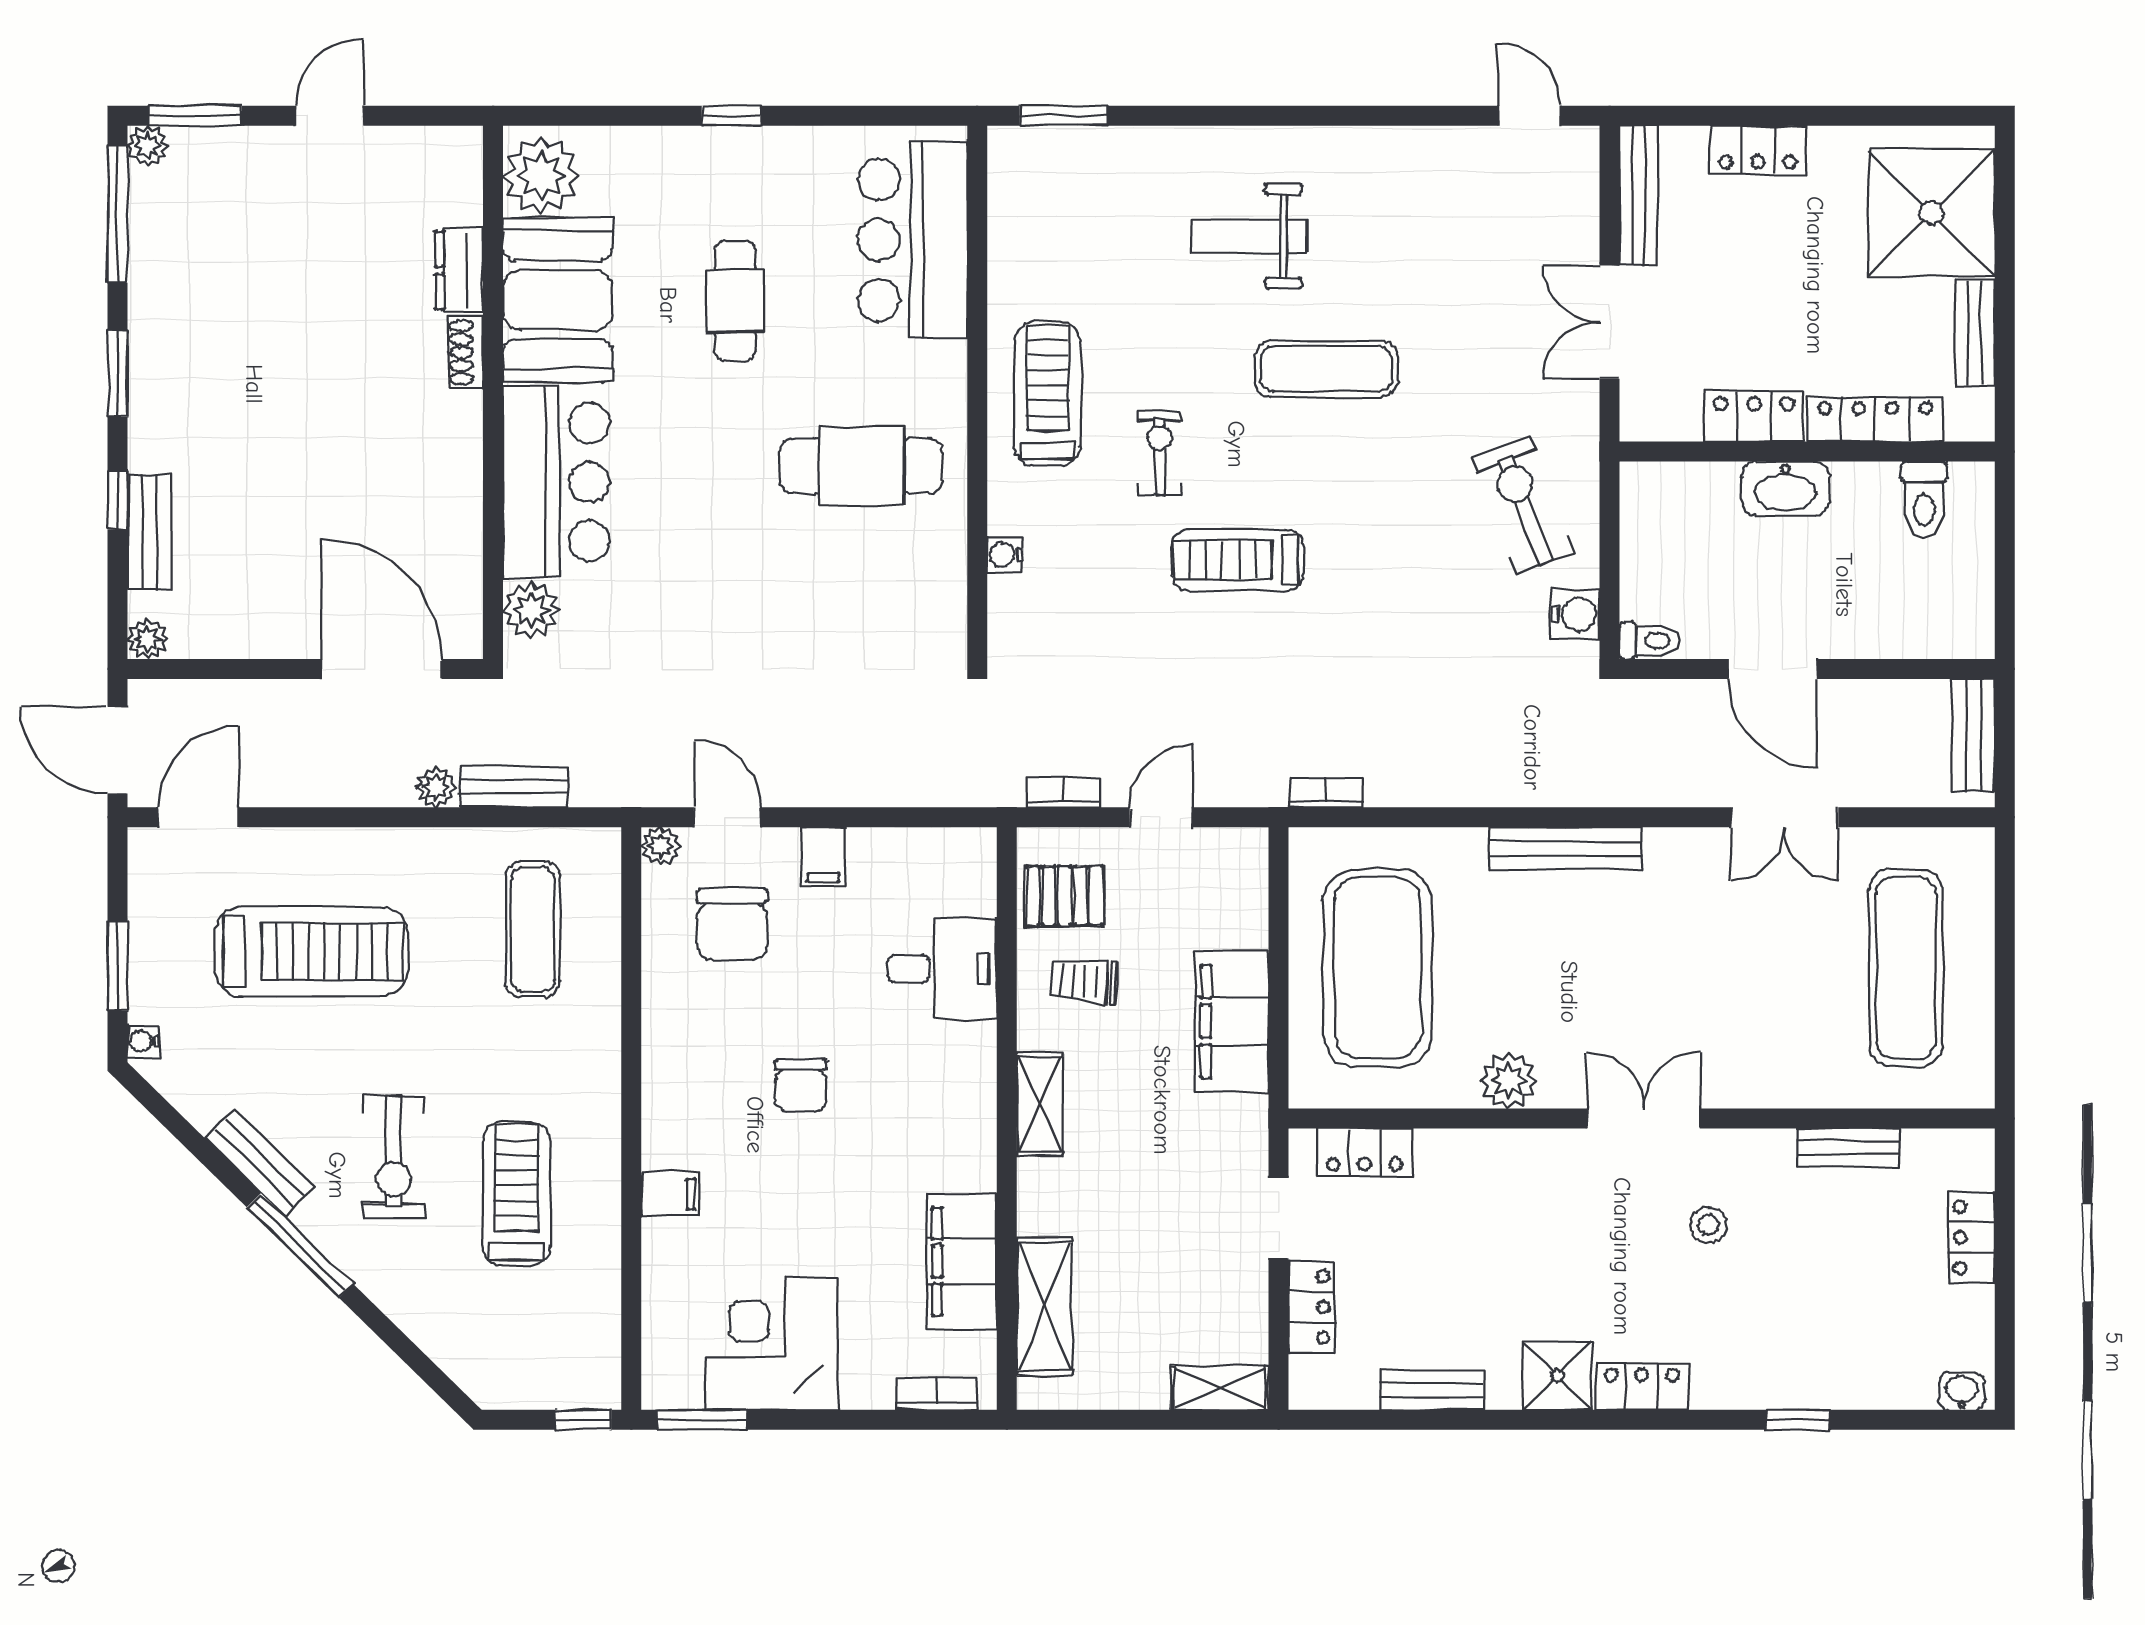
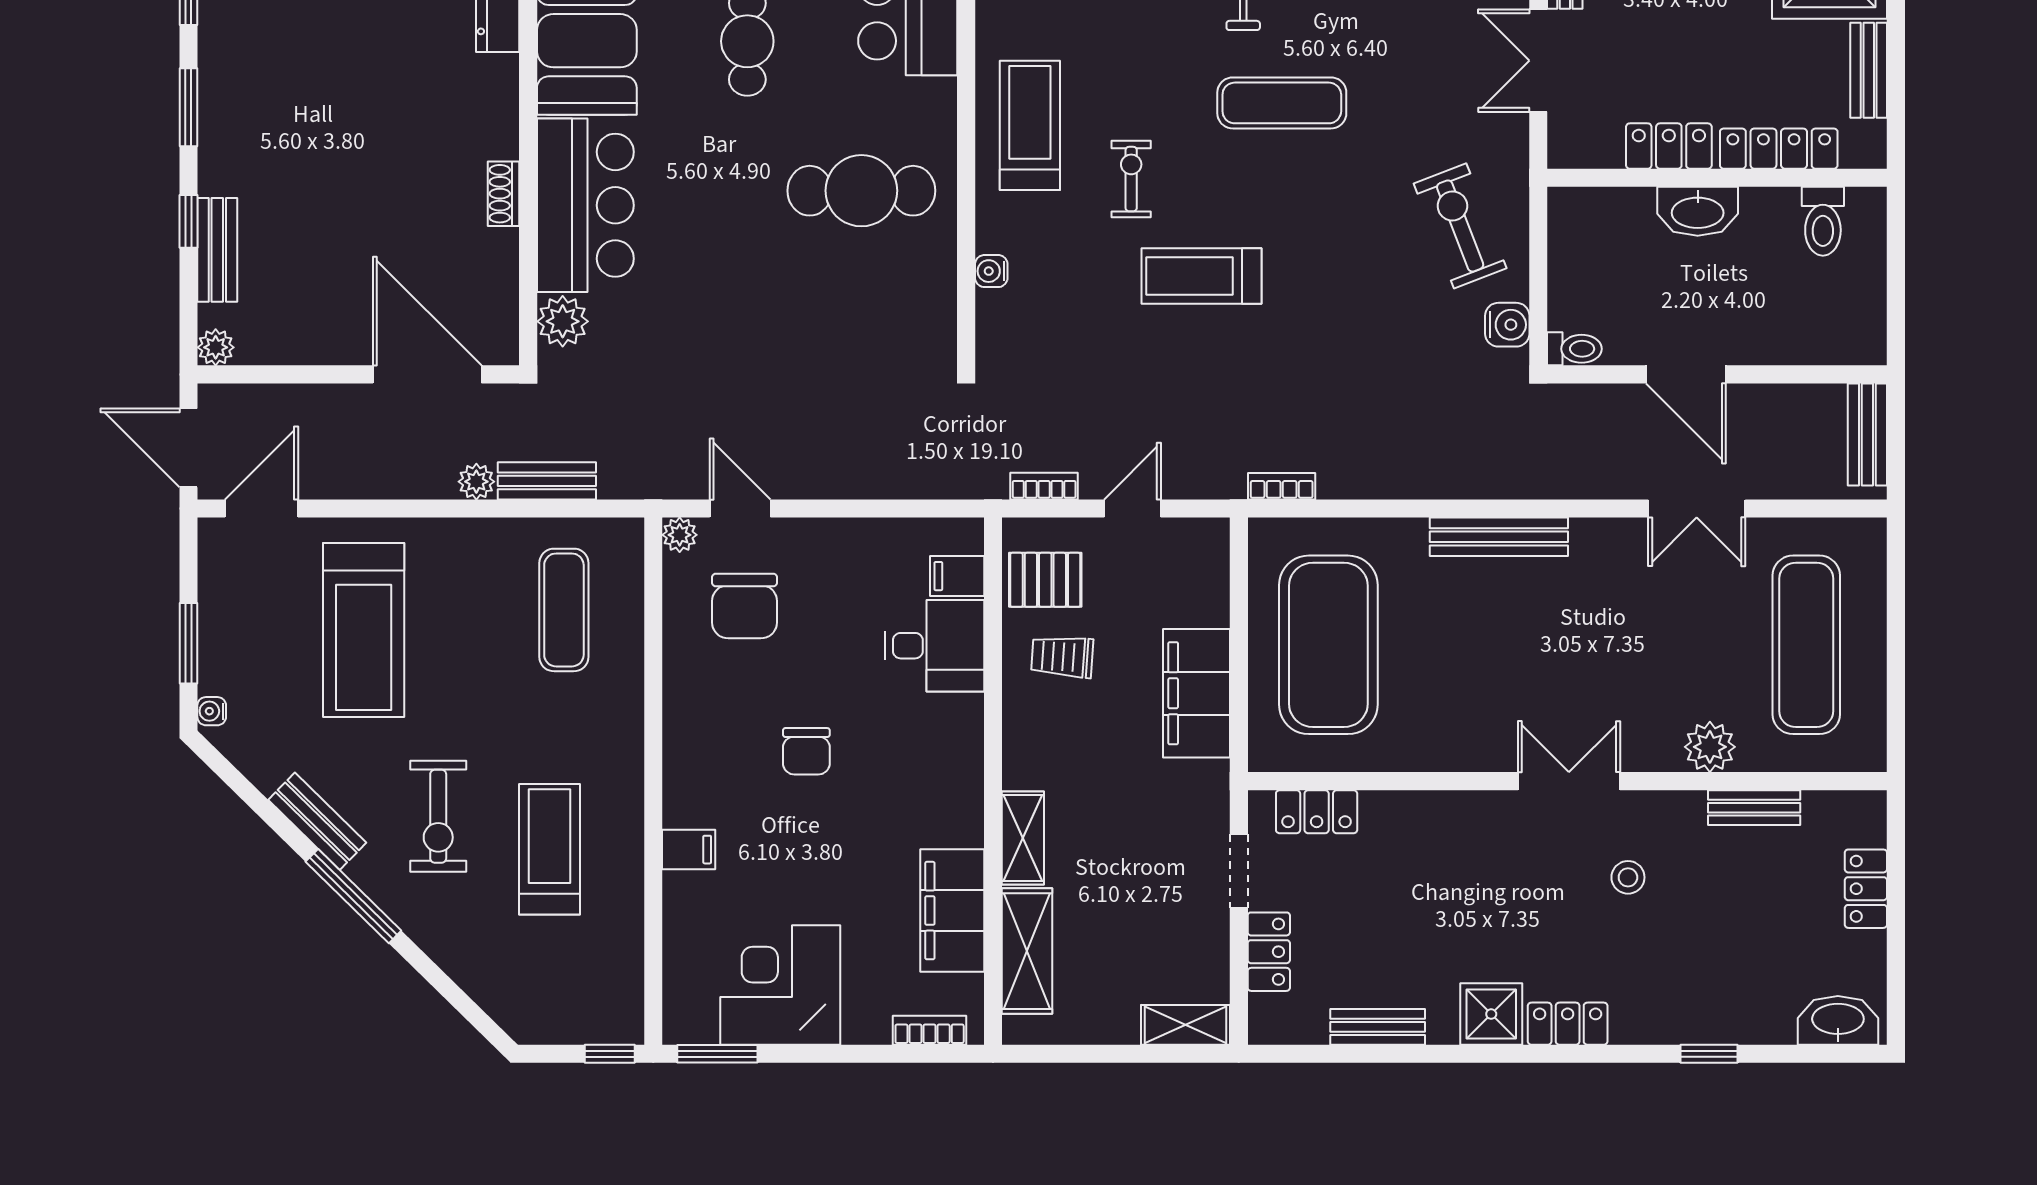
shoe rack: (466, 352) -> (503, 194), moved
filing cabinet: (823, 857) -> (957, 576), moved, turned 90
treadmill: (311, 951) -> (364, 630), turned 90
plant: (1508, 1081) -> (1710, 747), moved
shelving: (1040, 1104) -> (1023, 838), moved
washbasin: (1962, 1391) -> (1838, 1020), width x1.91, depth x1.45

